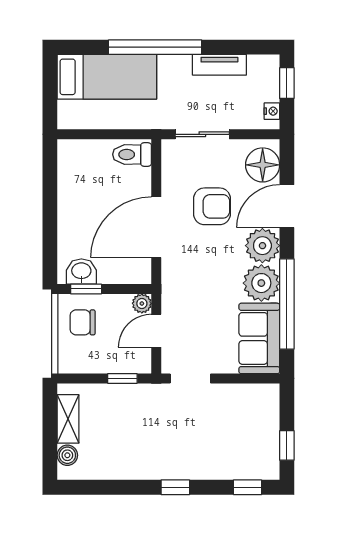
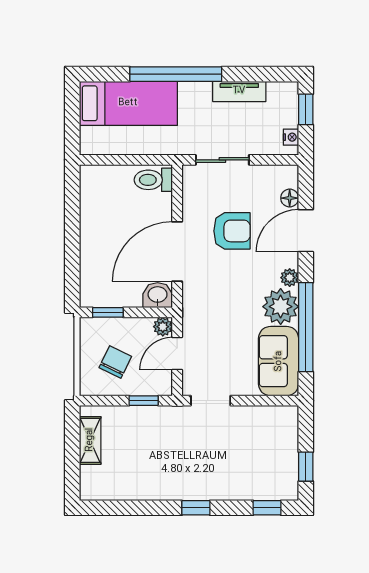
floor lamp: (263, 165) -> (290, 198), width x0.53, depth x0.53
plant: (262, 246) -> (290, 278), width x0.53, depth x0.53
washbasin: (81, 272) -> (158, 295), moved
chair: (83, 322) -> (115, 362), moved, turned 116
boiler: (67, 455) -> (89, 476), removed

